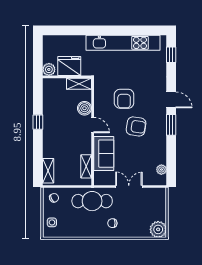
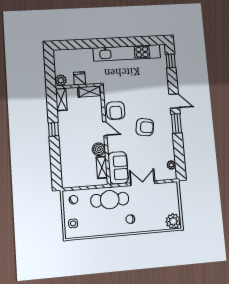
fridge: (69, 66) -> (80, 78), width x0.53, depth x0.75
armchair: (124, 99) -> (116, 110), moved
boiler: (84, 108) -> (99, 149), moved
sofa: (104, 154) -> (118, 168), moved
shelving: (48, 171) -> (61, 99), moved

